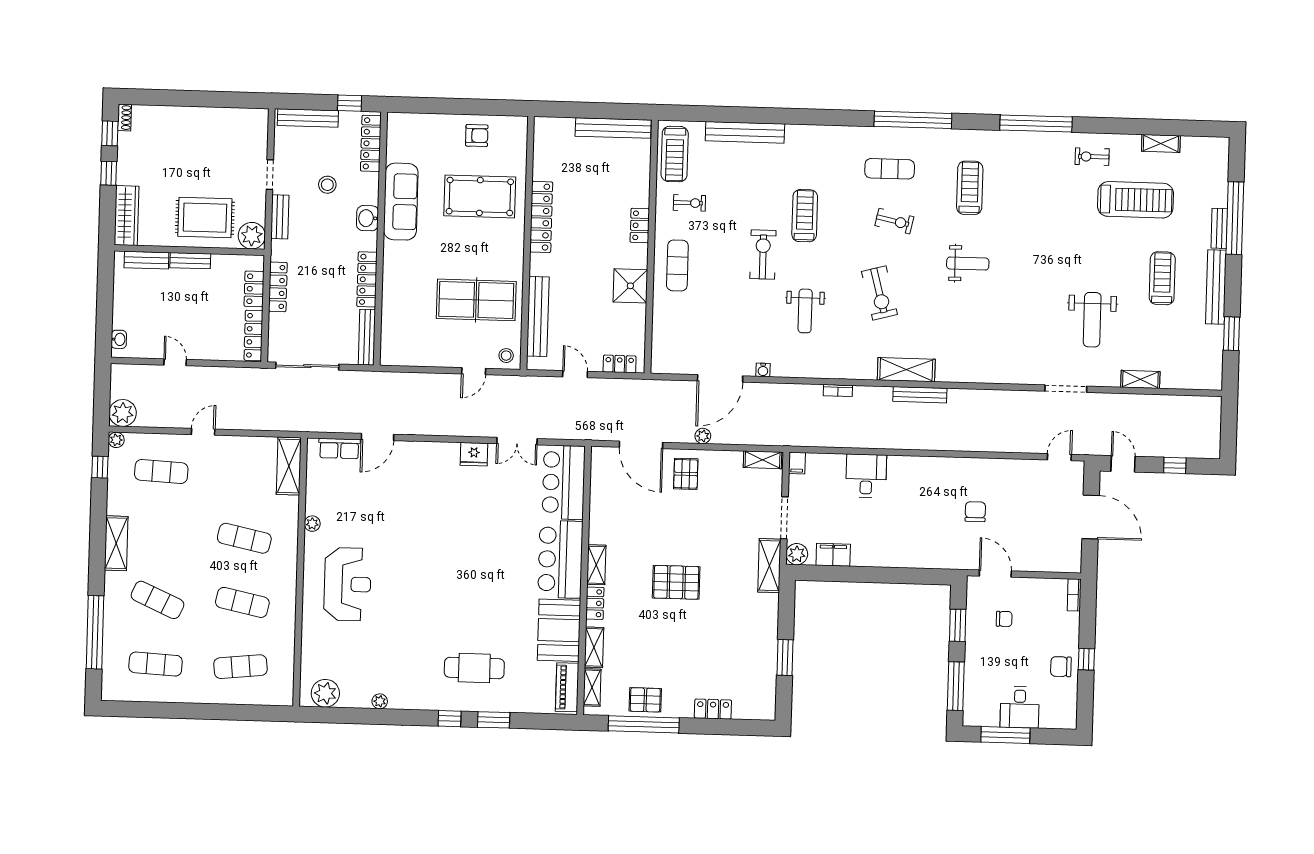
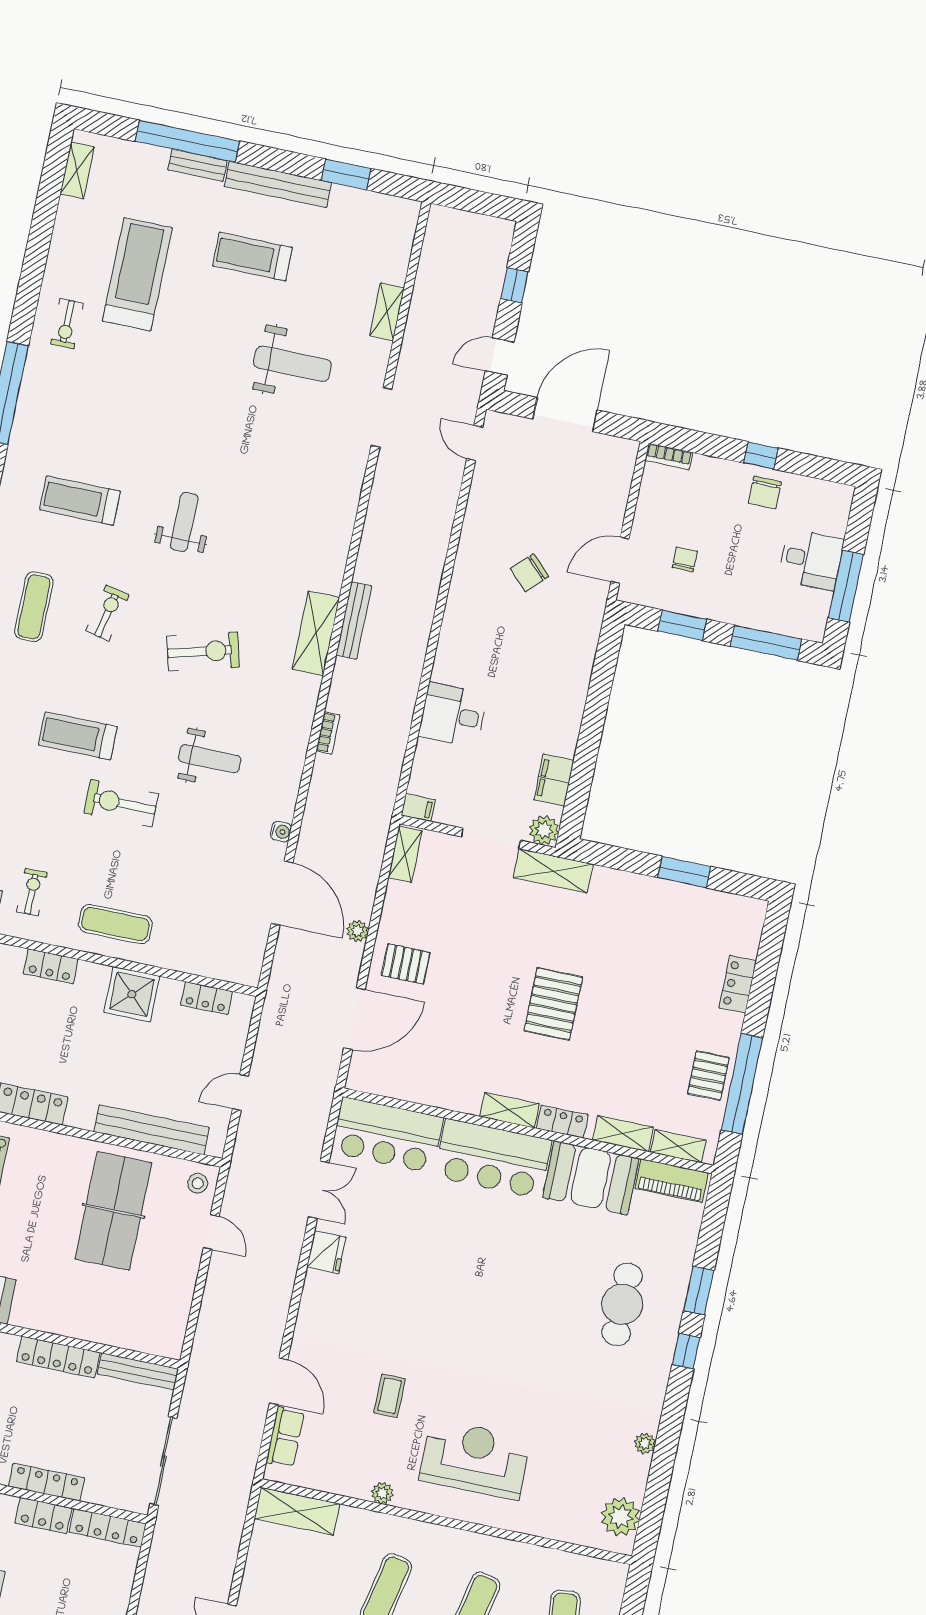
shelving: (1161, 143) -> (77, 171), moved
locker: (620, 364) -> (206, 998), moved, turned -90
chair: (975, 512) -> (529, 573), turned -45
coffee table: (381, 516) -> (390, 1396), added

